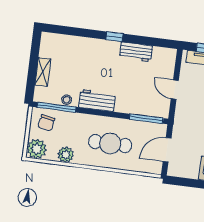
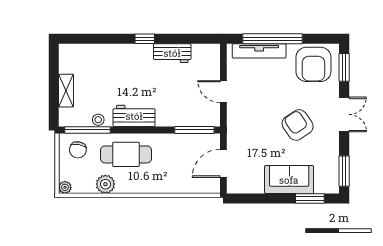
cafe table: (110, 144) -> (126, 154), moved
plant: (37, 149) -> (65, 187), width x0.53, depth x0.53

